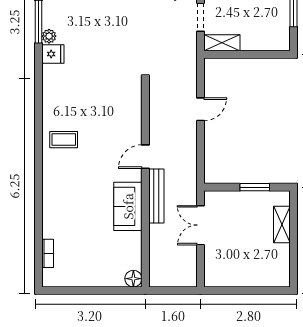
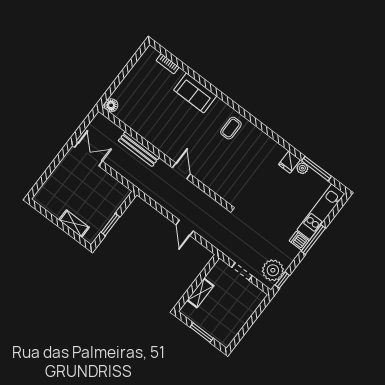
shelving: (222, 43) -> (200, 293), moved
bench: (156, 196) -> (139, 149), moved
sofa: (128, 206) -> (195, 93), moved, turned 180
double door: (200, 225) -> (88, 154), moved

